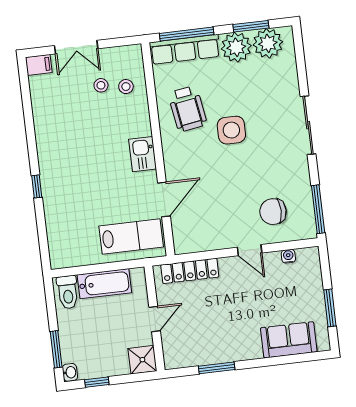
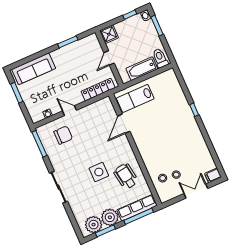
kitchen sink: (143, 154) -> (143, 145), removed
sofa: (289, 340) -> (34, 69), width x1.36

